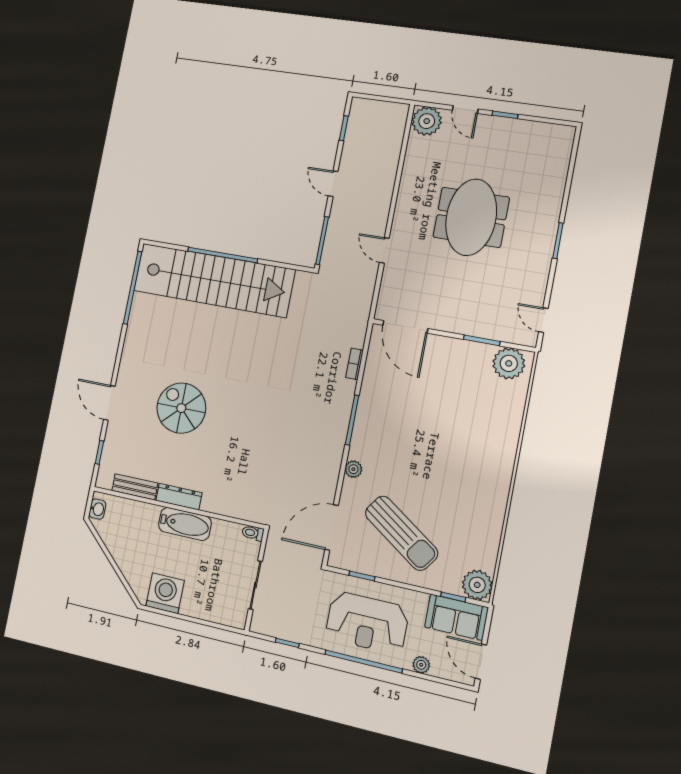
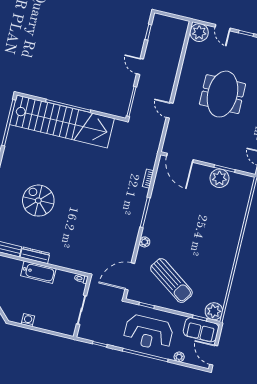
plant: (509, 363) -> (219, 178), moved
washing machine: (165, 593) -> (28, 320), width x0.53, depth x0.53

